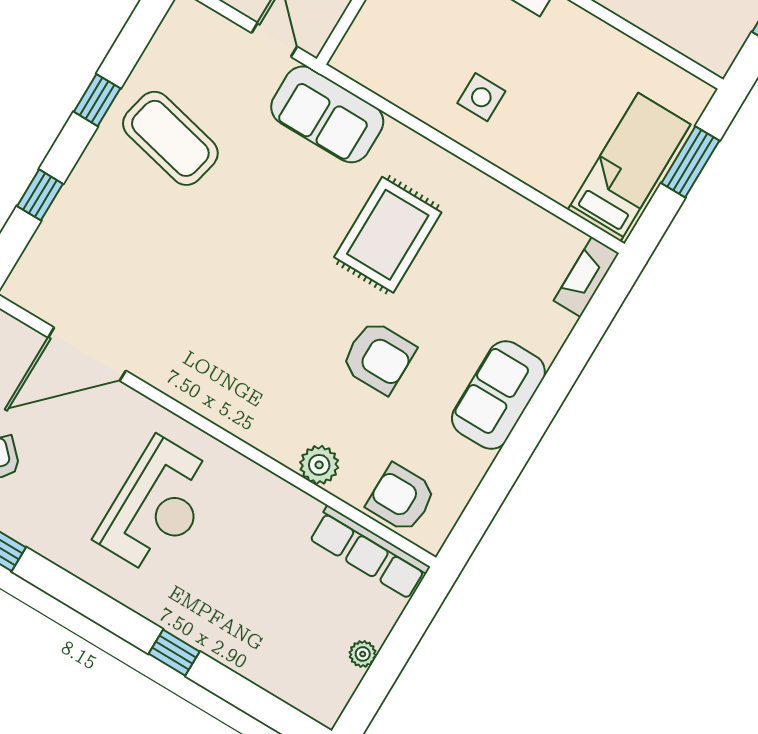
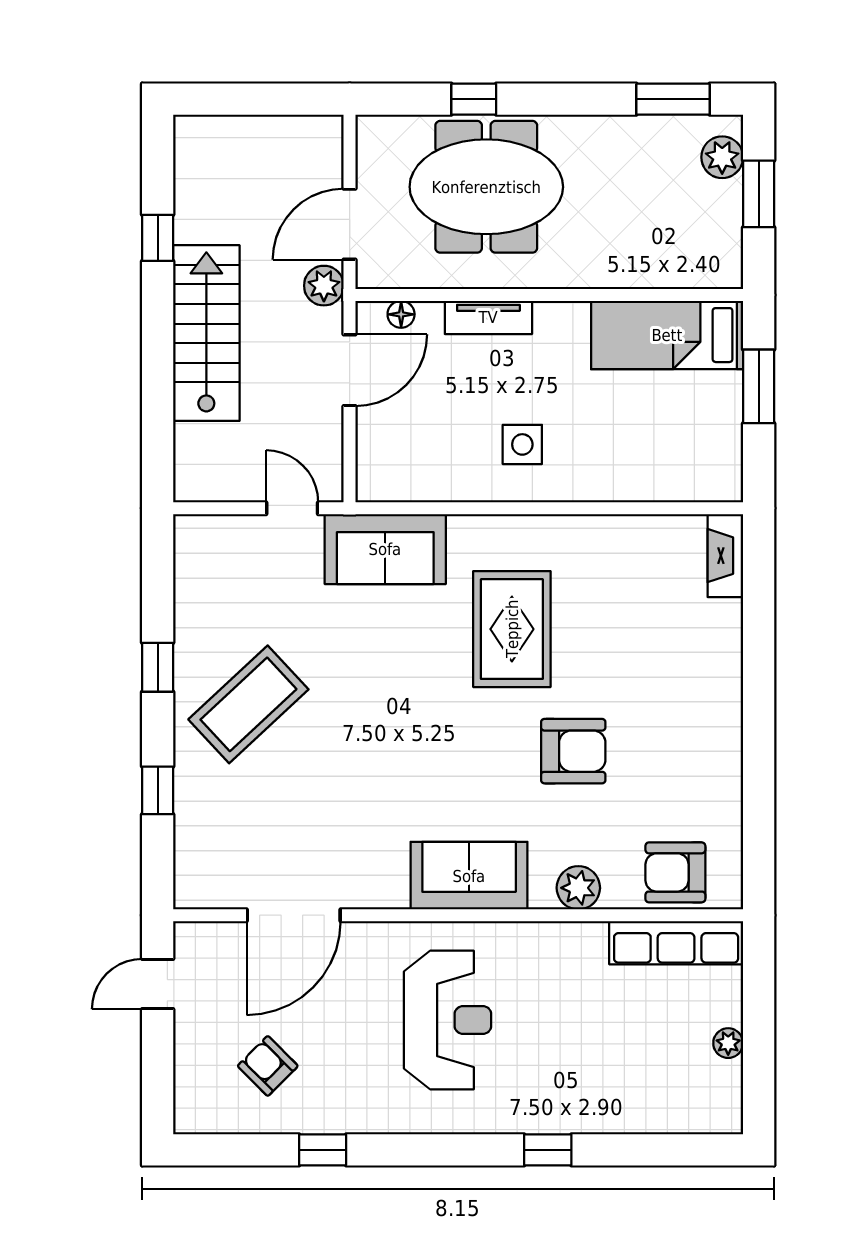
coffee table: (170, 138) -> (248, 704), moved, turned -56
bed: (629, 167) -> (667, 335), moved, turned -90
sofa: (498, 395) -> (469, 876), moved, turned 90

